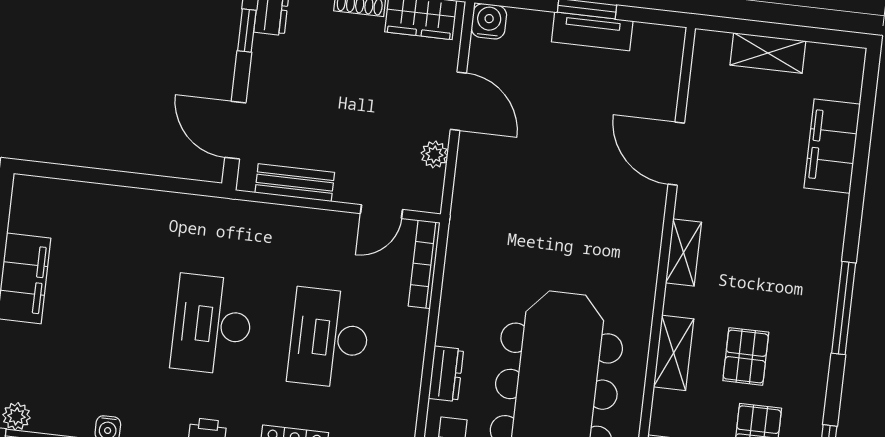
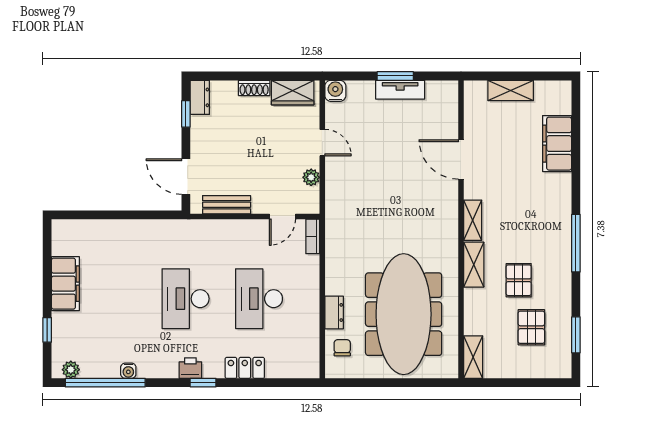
door: (458, 101) -> (322, 143), width x0.73
bookcase: (424, 264) -> (313, 236), width x0.64
shelving: (674, 353) -> (474, 265), moved

